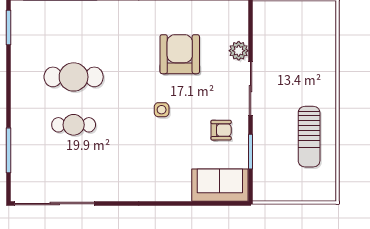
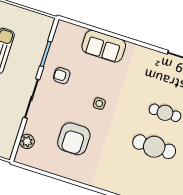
plant: (239, 51) -> (27, 141), moved
sofa: (220, 185) -> (104, 46), moved

